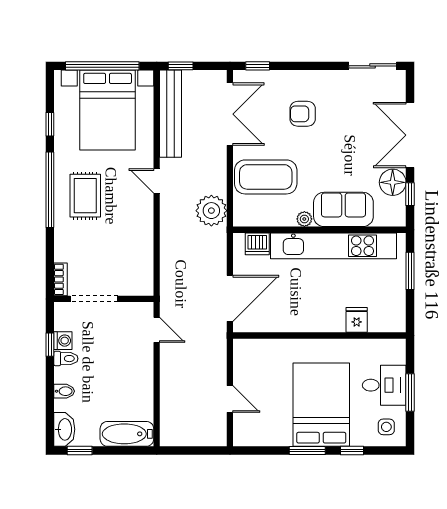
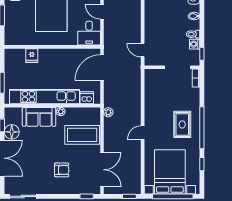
bench: (171, 114) -> (135, 170), removed
double door: (230, 114) -> (102, 170), swing flipped
door: (157, 181) -> (143, 133), swing flipped
plant: (211, 211) -> (108, 112), width x0.53, depth x0.53
window: (50, 345) -> (202, 54), moved
desk: (384, 385) -> (89, 33), moved, turned -90

